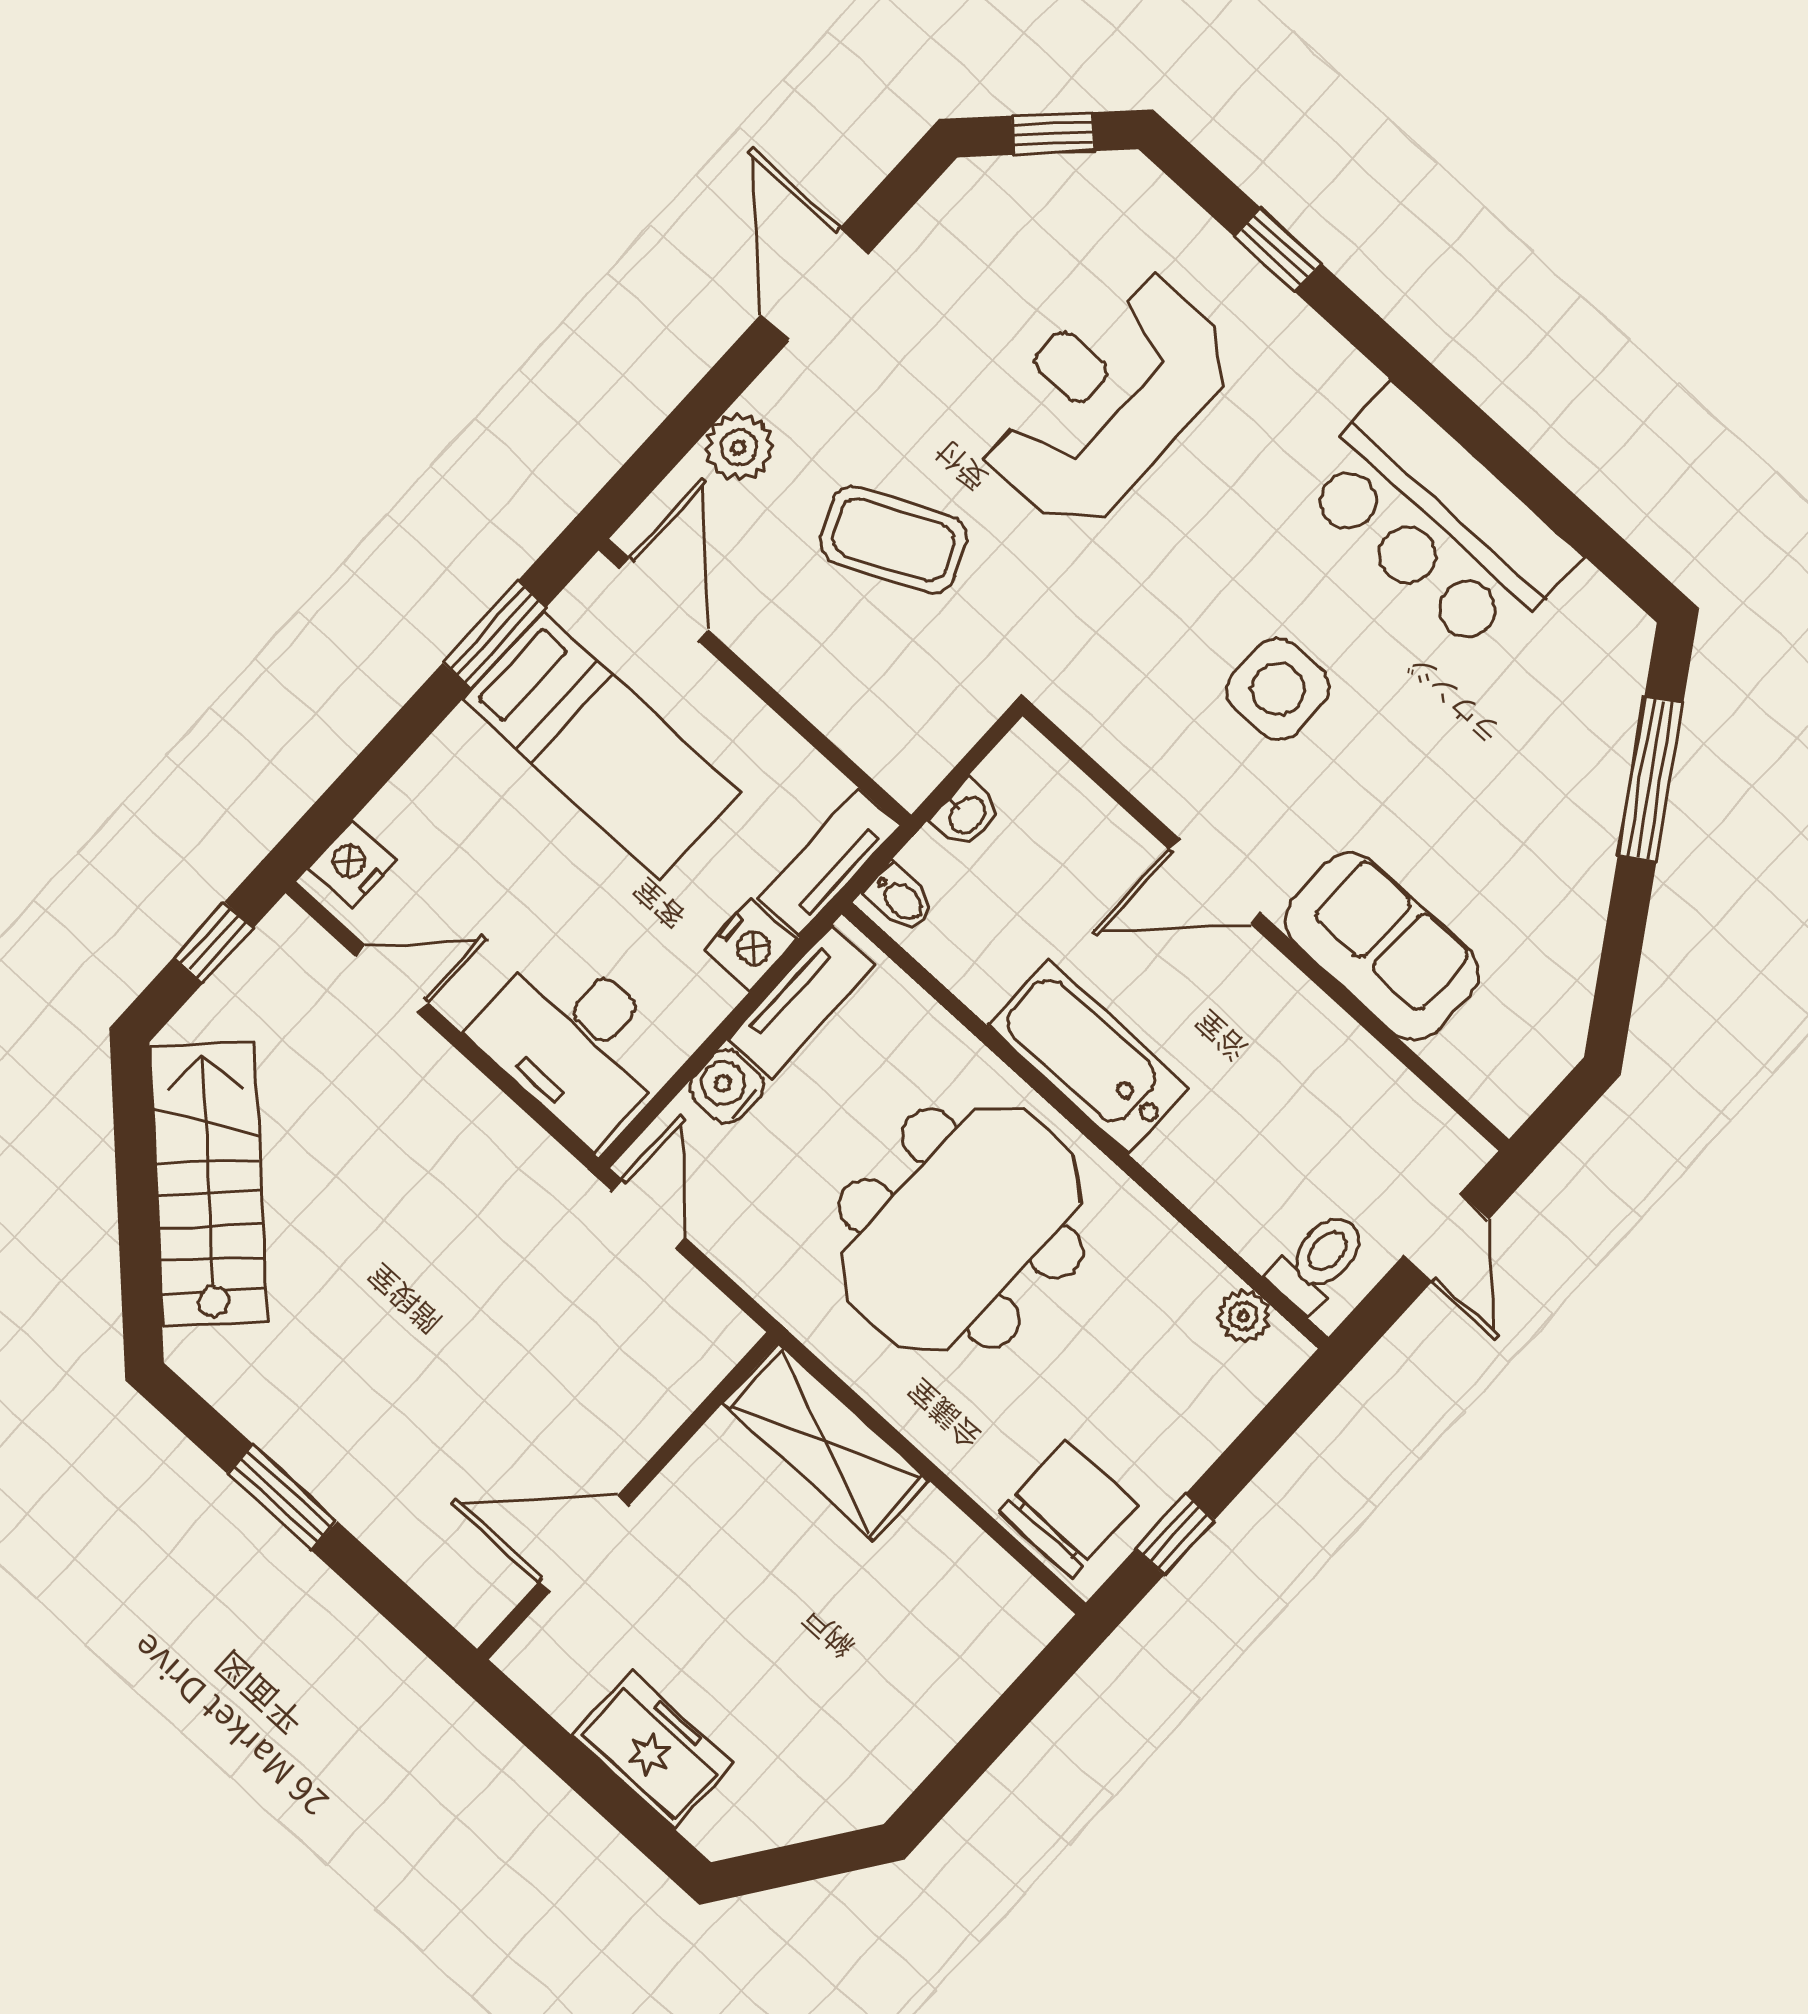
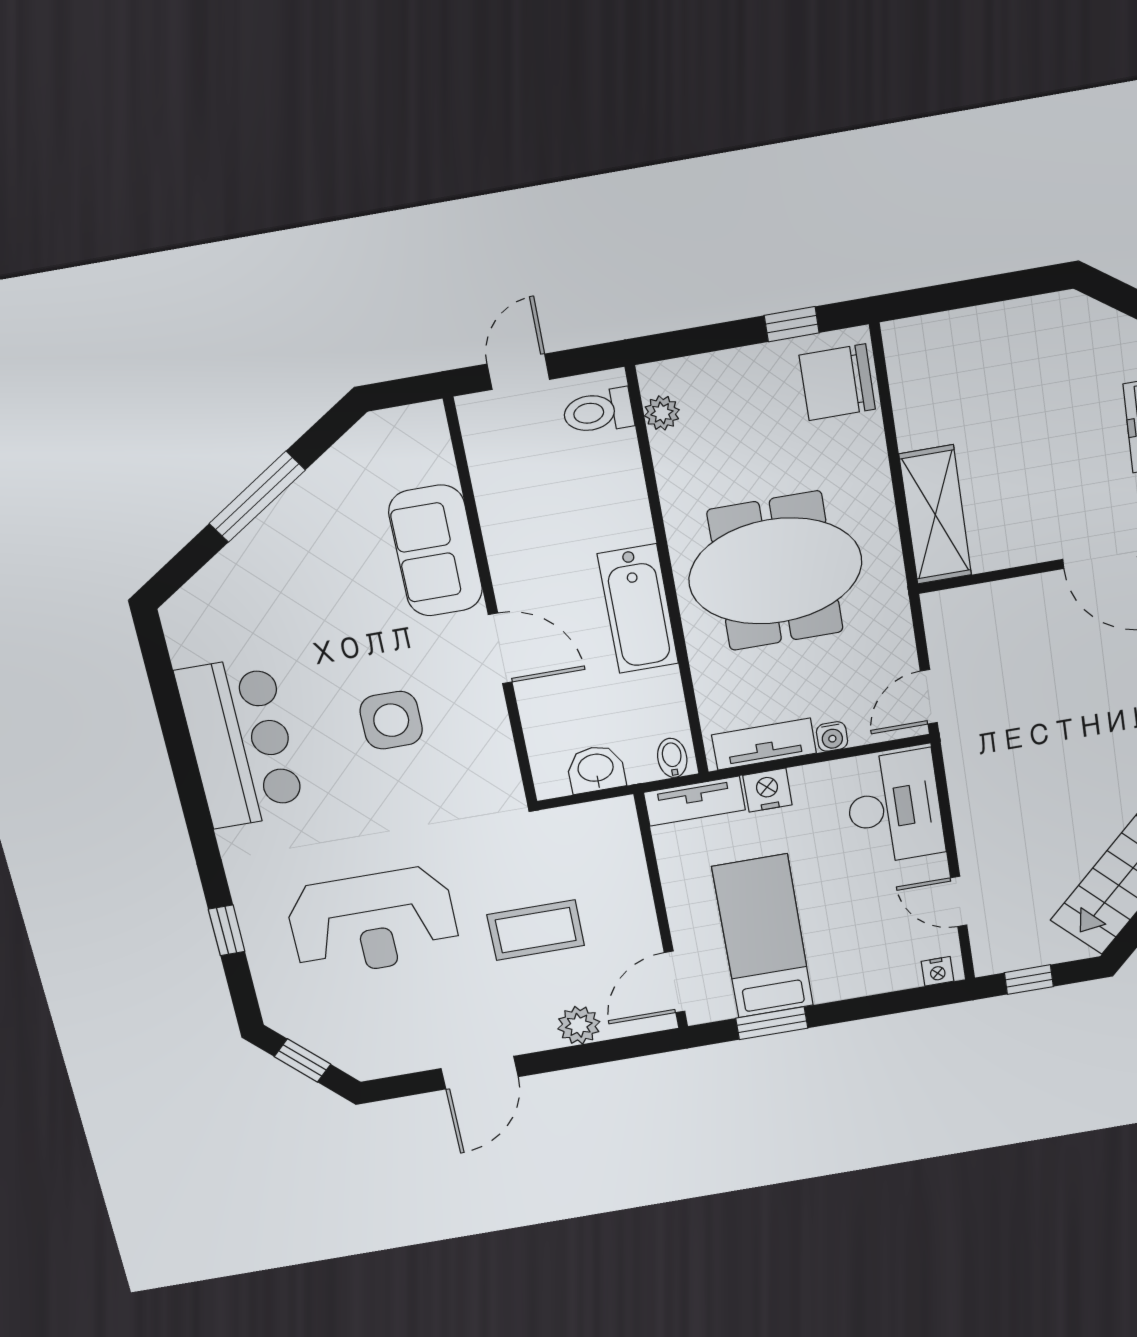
coffee table: (893, 540) -> (536, 930), turned -65
window: (1650, 779) -> (257, 497), moved
washbasin: (966, 814) -> (596, 769), width x1.38, depth x1.45
nightstand: (352, 864) -> (938, 971), width x0.72, depth x0.74
water cooler: (727, 1087) -> (832, 737), width x0.72, depth x0.72

